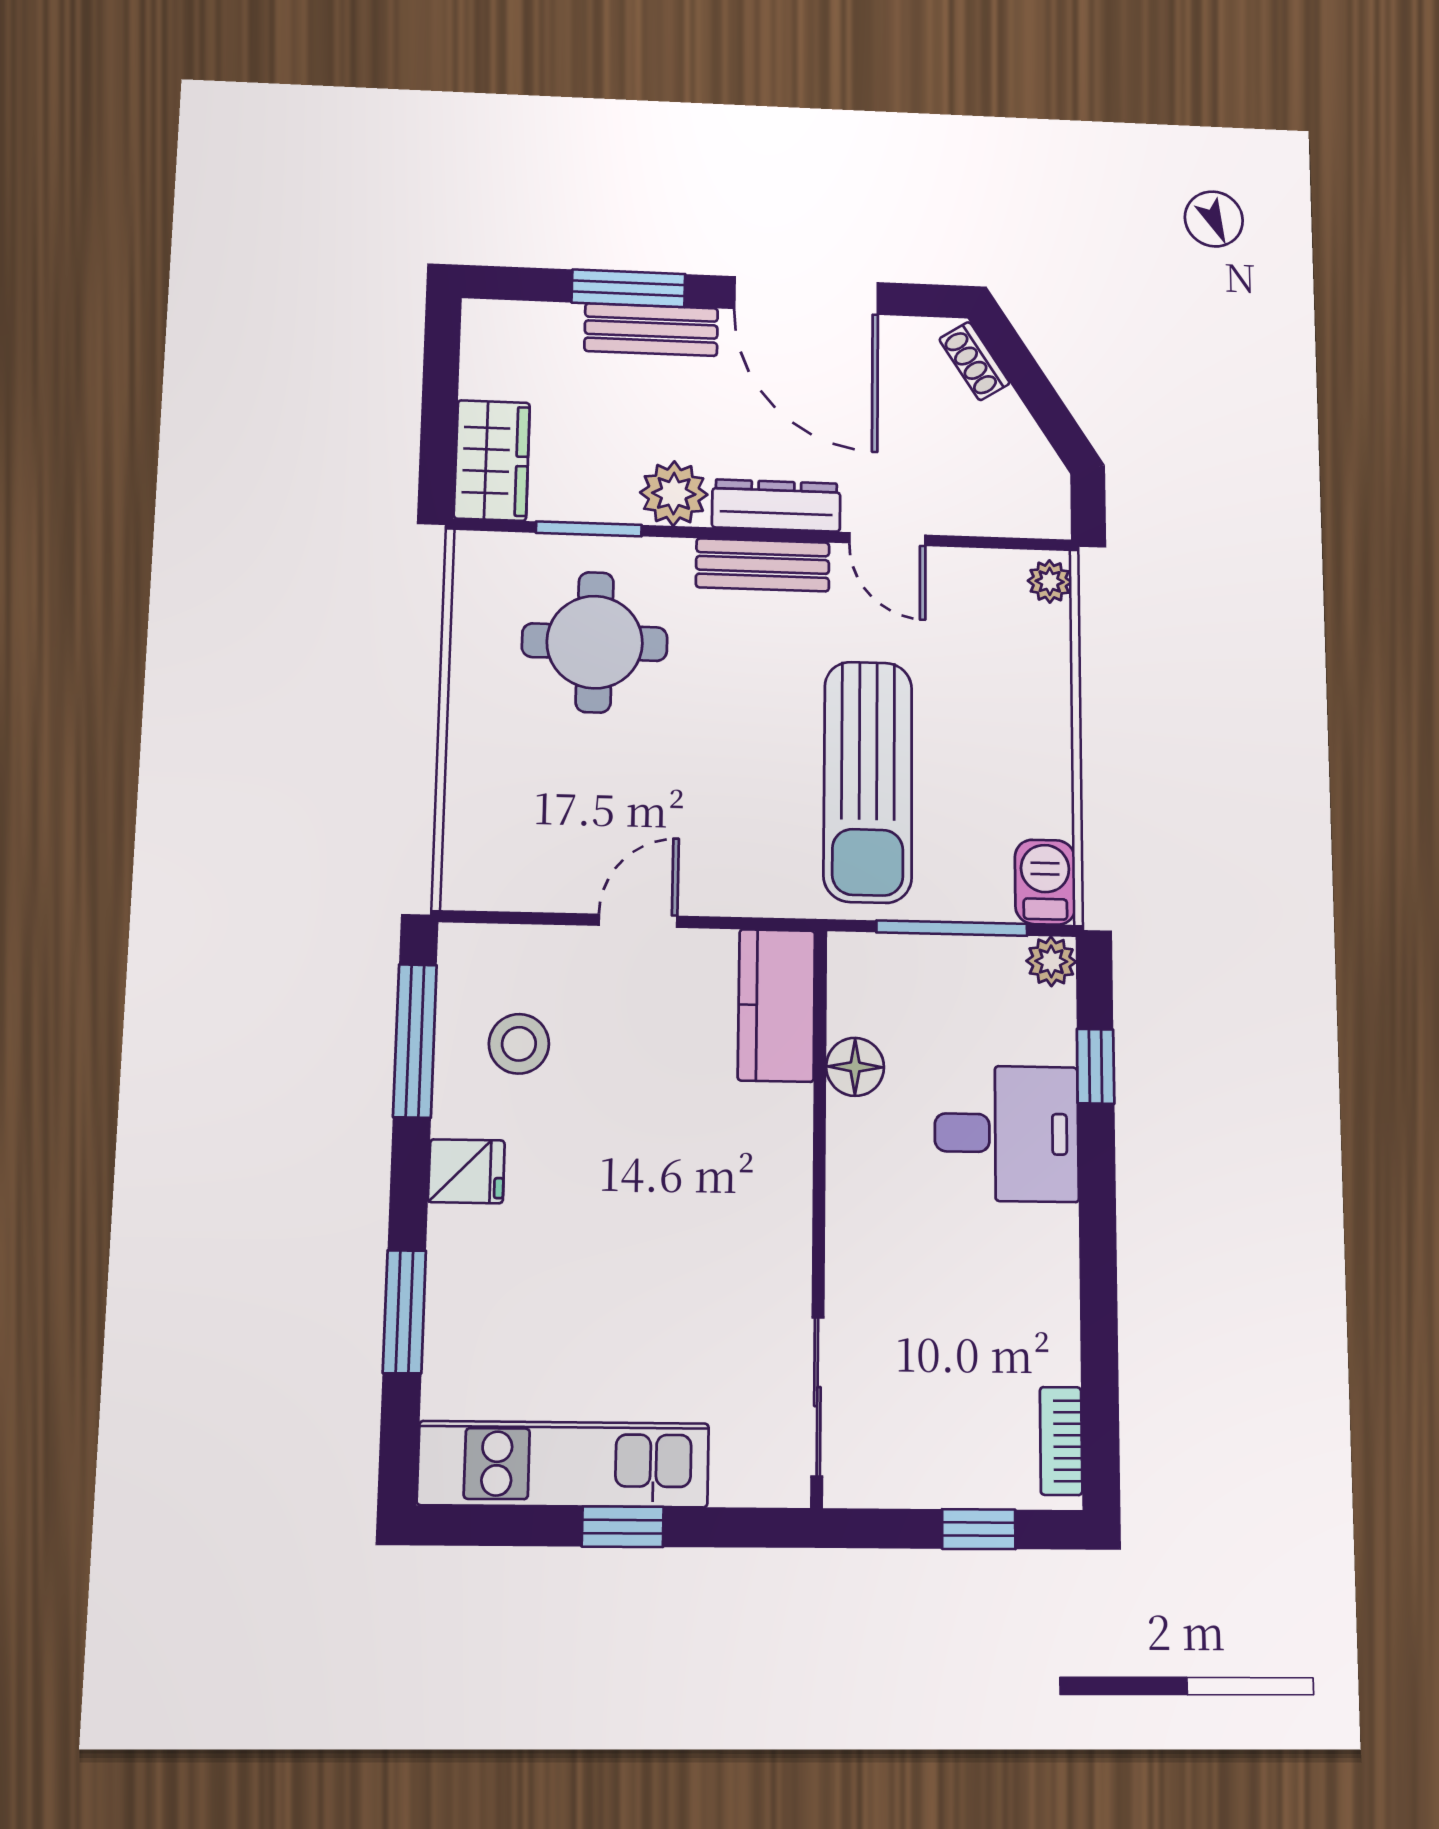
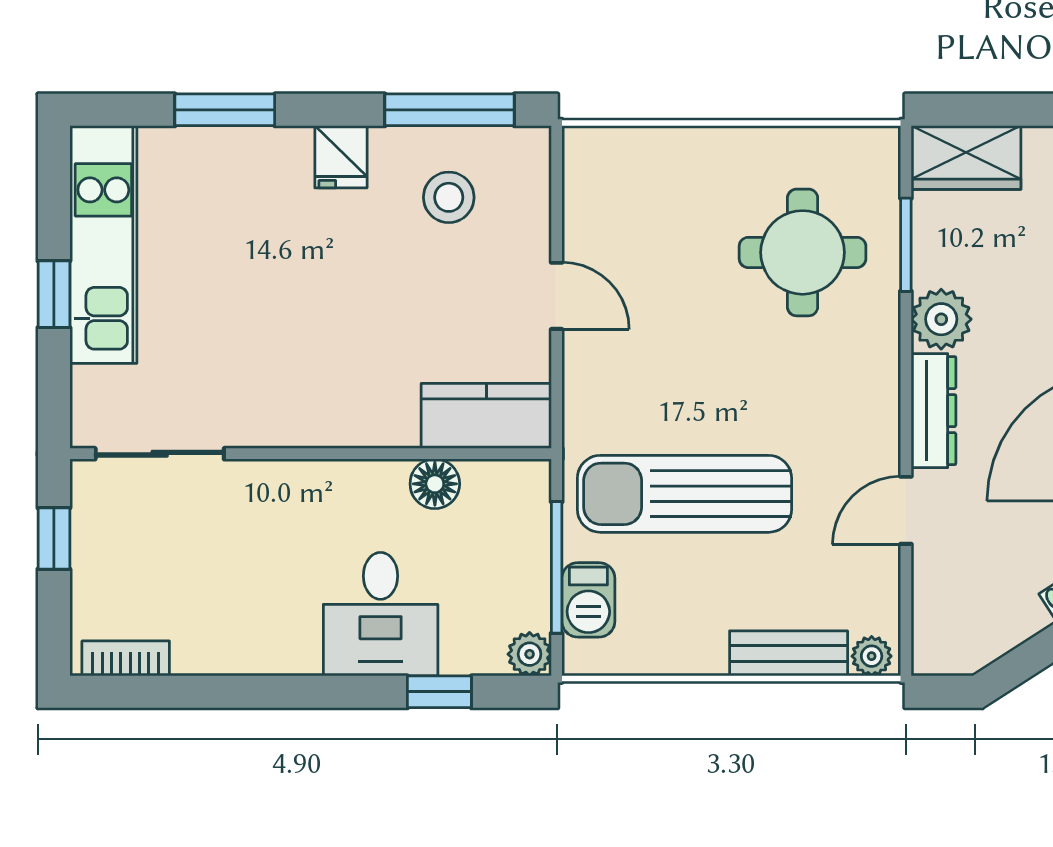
bench: (763, 565) -> (789, 653), moved, turned 90
barbecue: (1045, 882) -> (588, 600), moved, turned 90
window: (979, 1529) -> (54, 539), moved

